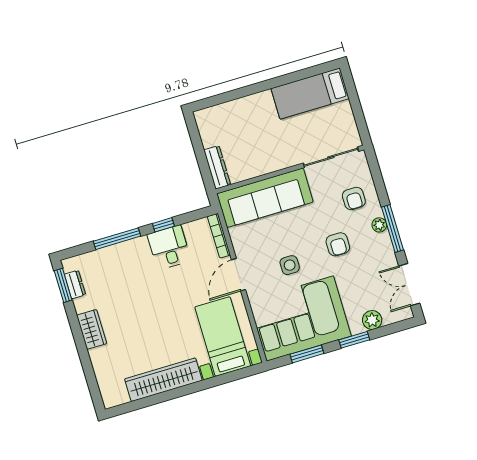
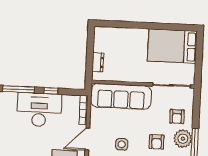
bed: (310, 94) -> (172, 46), width x1.50
dresser: (217, 167) -> (98, 62), width x0.70
plant: (379, 225) -> (183, 139), width x1.88, depth x1.88
desk: (169, 247) -> (39, 110), width x1.87, depth x1.30

